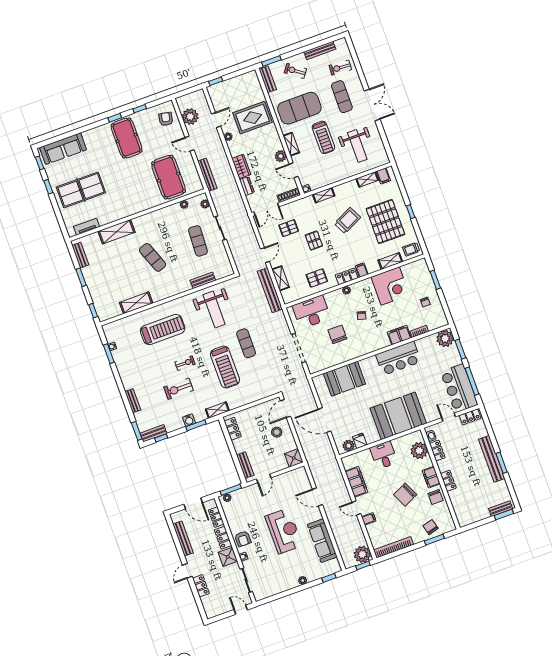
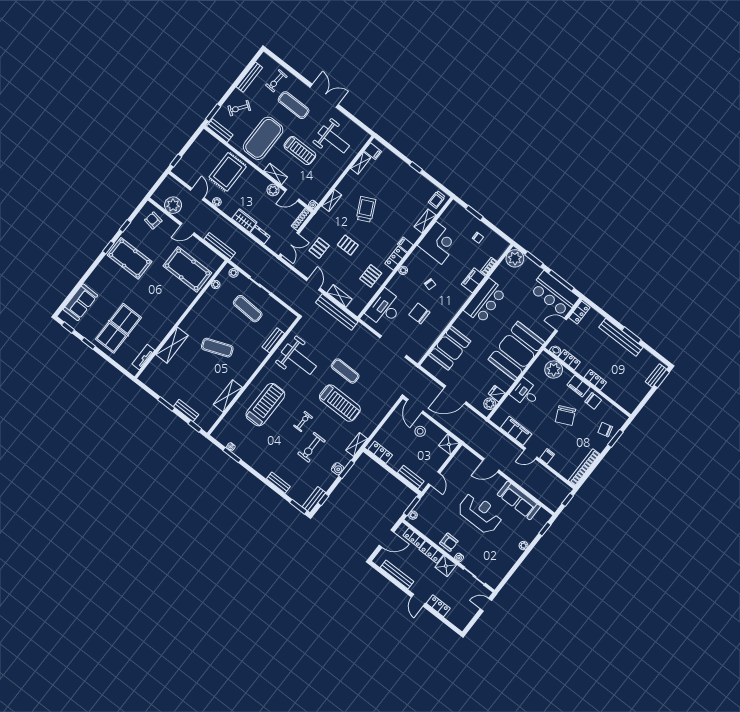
sofa: (63, 149) -> (80, 302), width x0.73
pallet: (385, 222) -> (399, 190), removed
bench: (80, 255) -> (186, 411), moved
plant: (362, 554) -> (561, 490), removed

